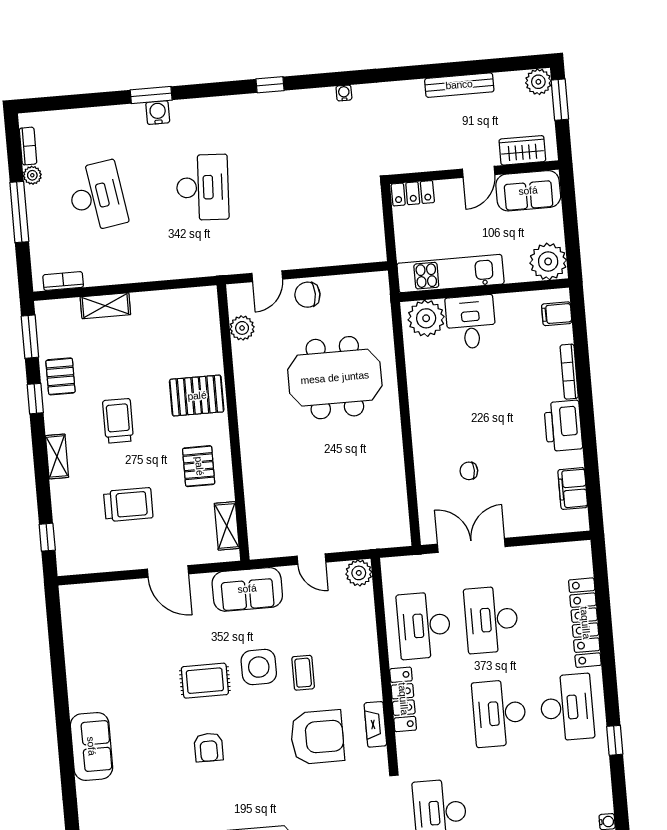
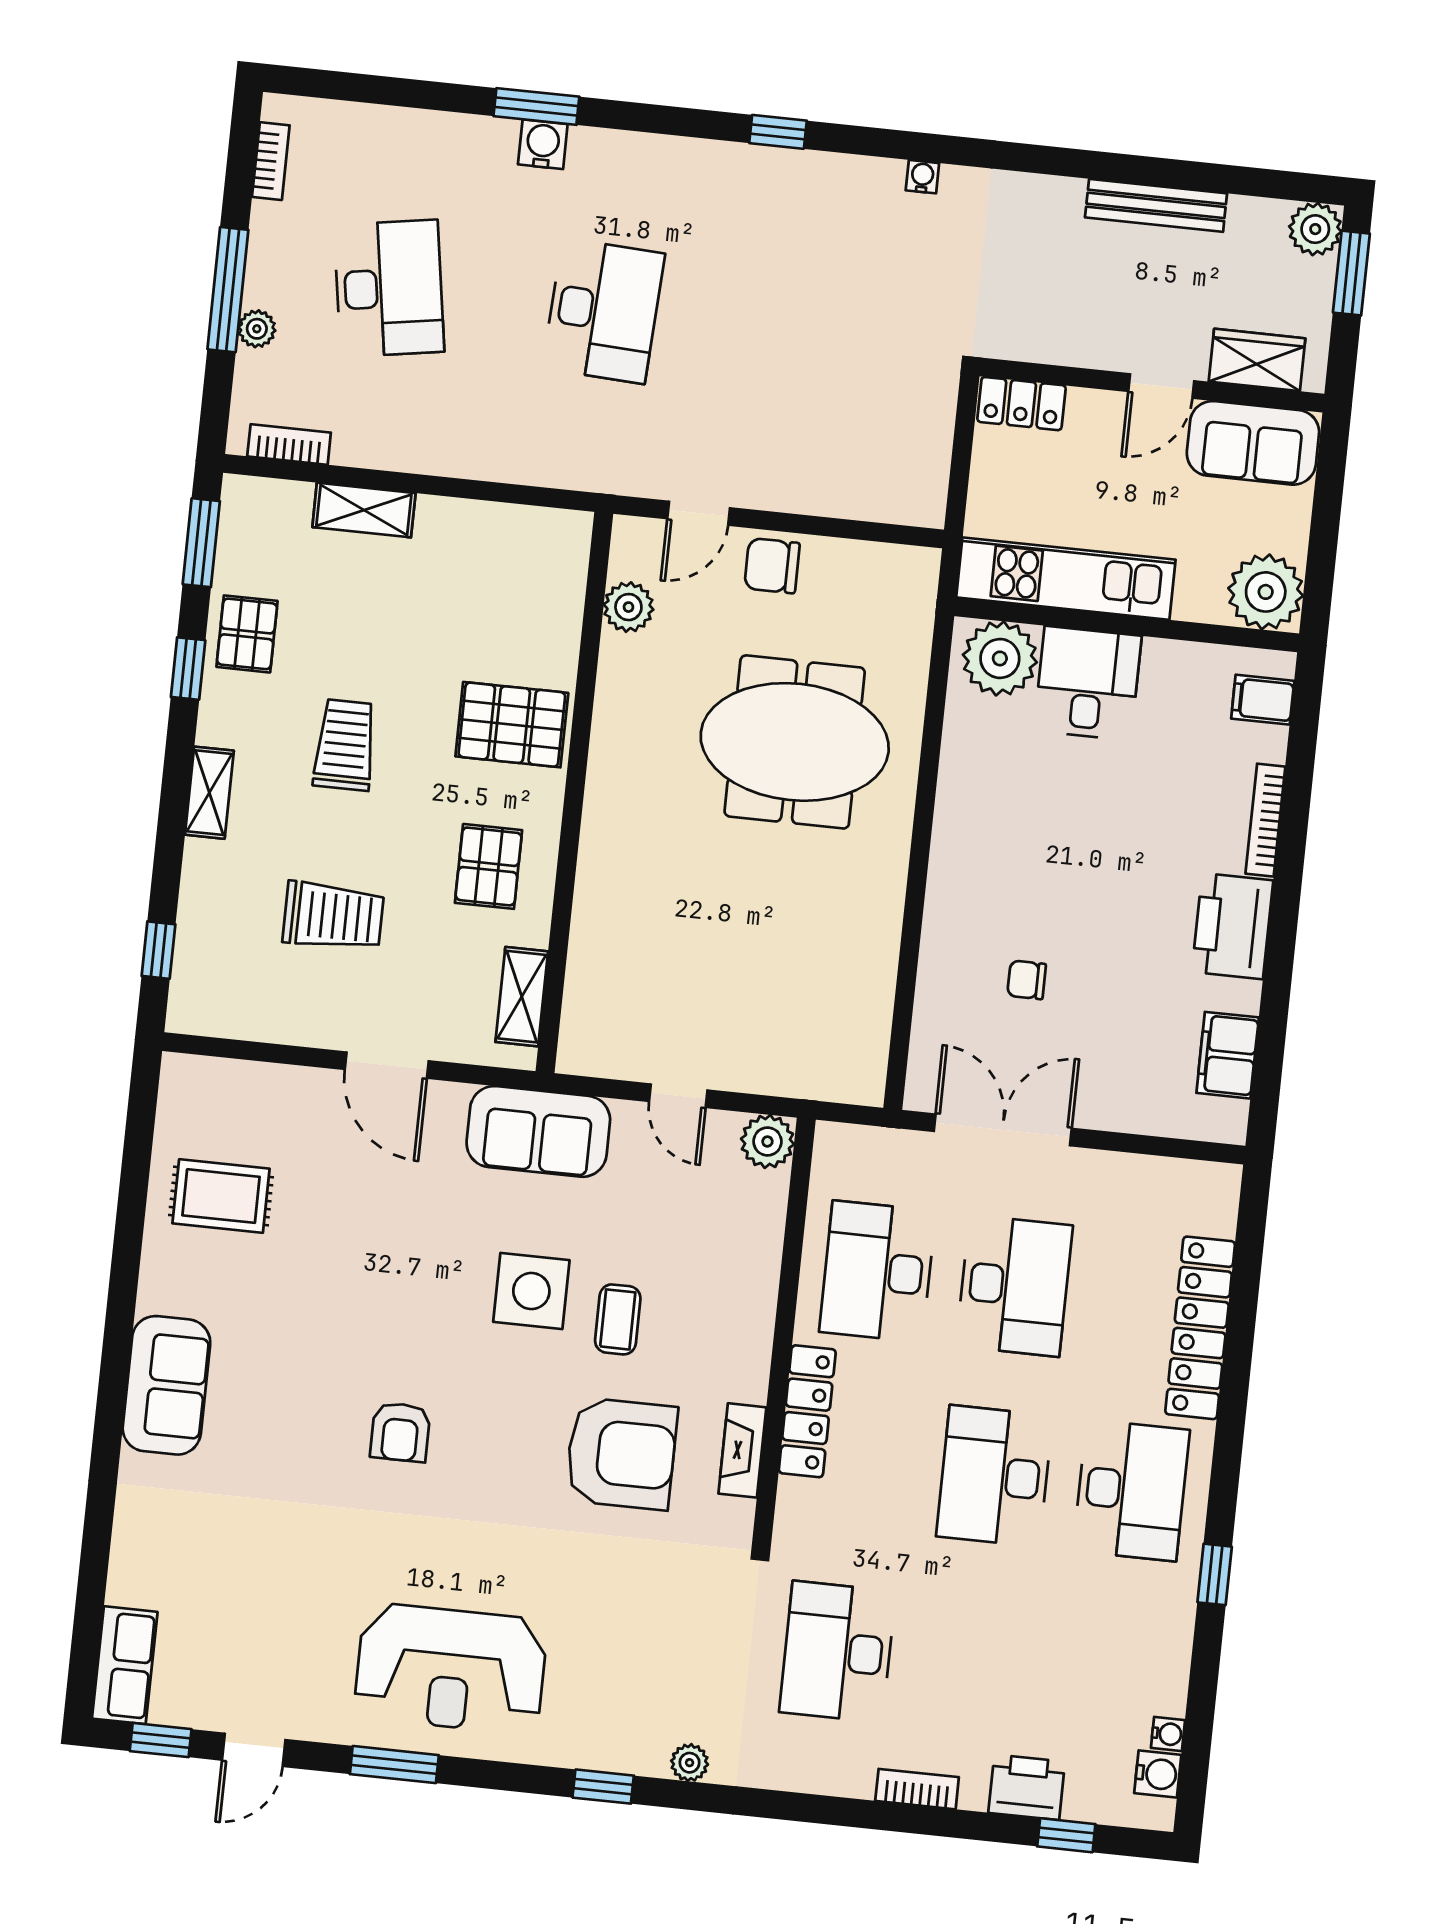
plant: (32, 175) -> (257, 329), moved
desk: (491, 620) -> (1014, 1286), turned 180
rug: (205, 681) -> (221, 1196), moved

